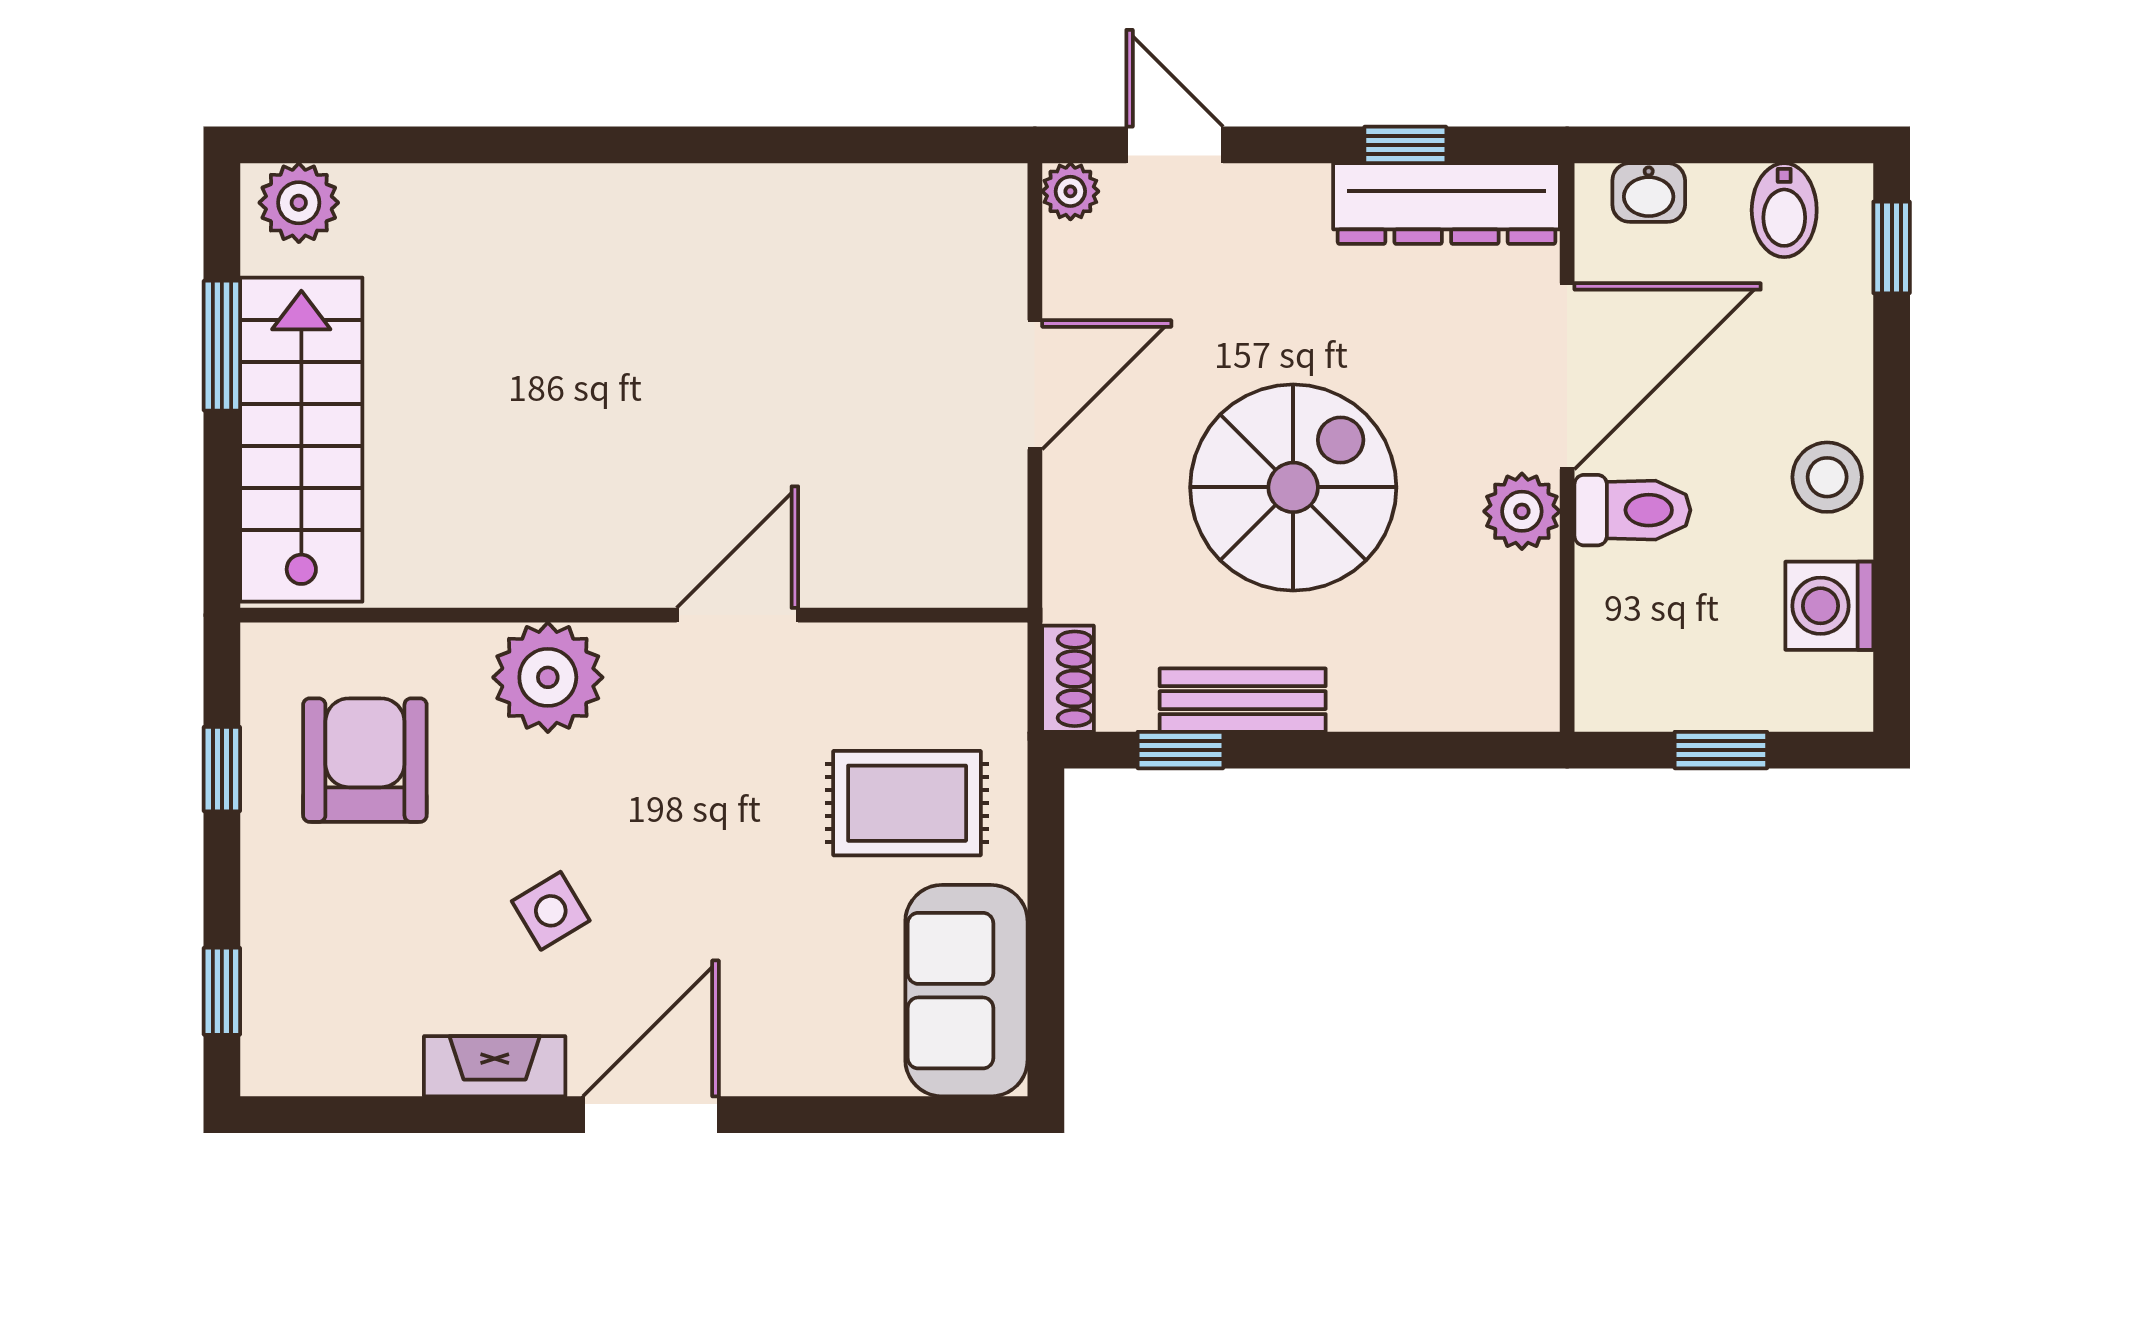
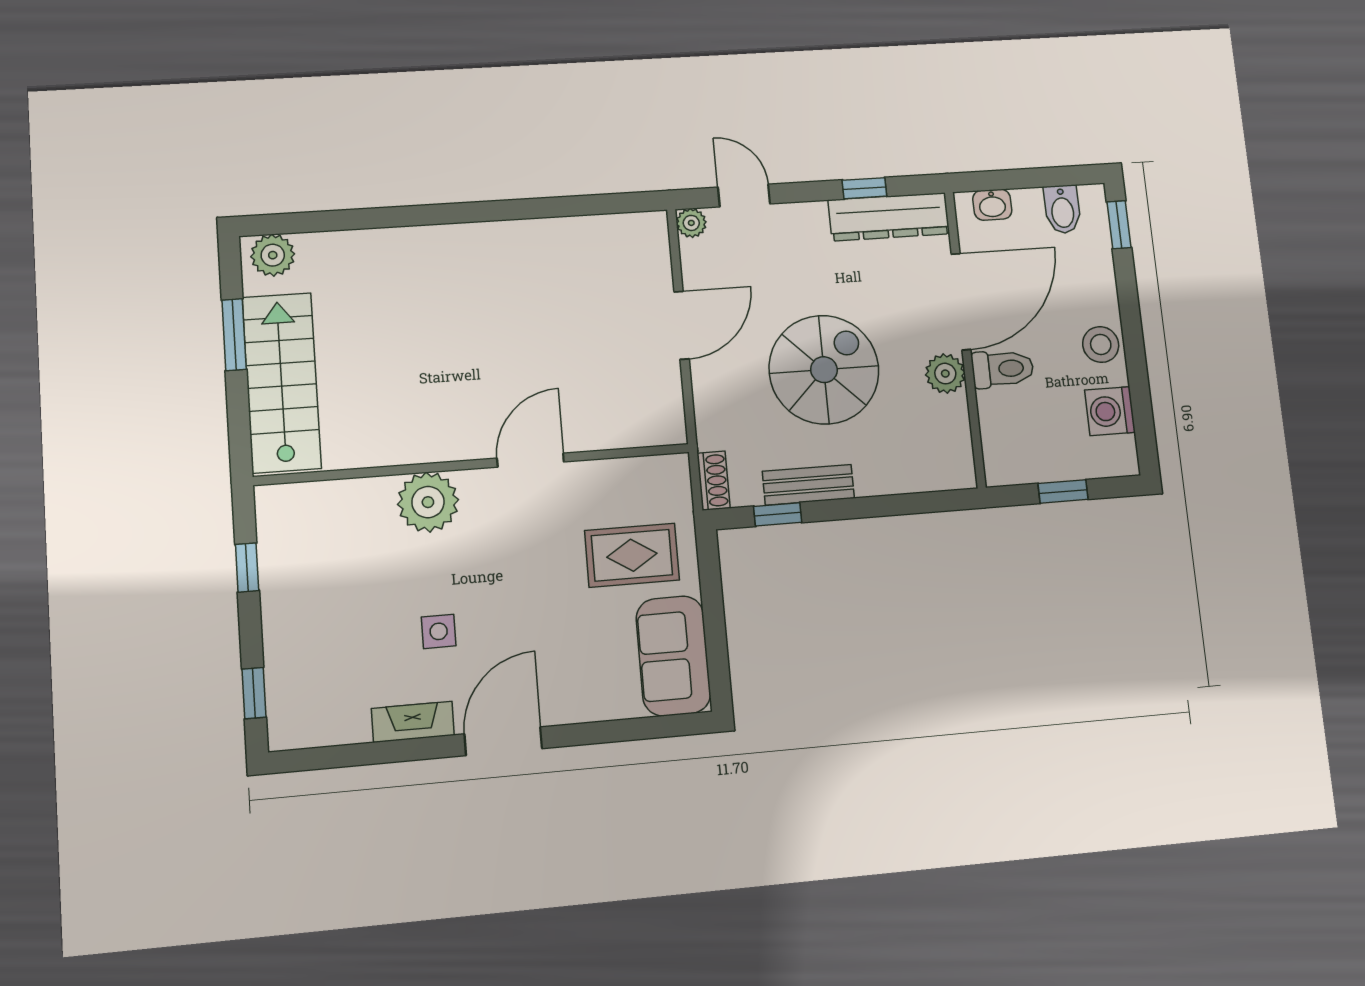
armchair: (365, 760) -> (328, 556), removed
side table: (551, 911) -> (439, 631), turned 31

